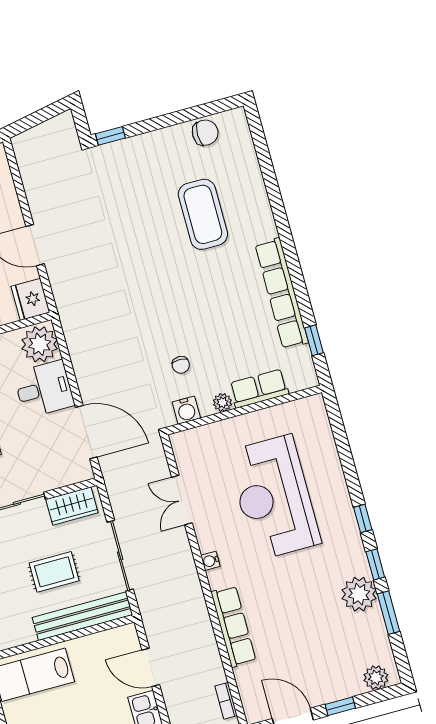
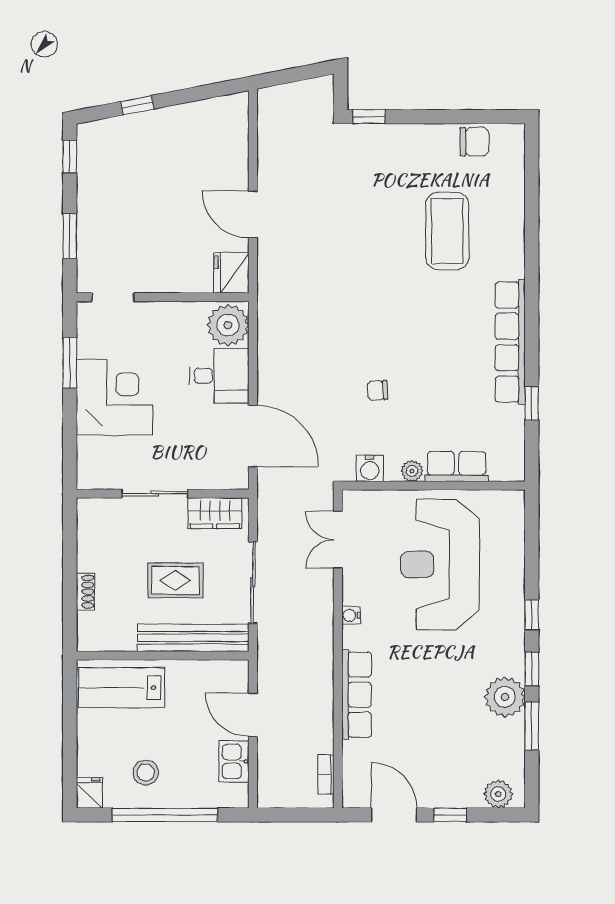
chair: (181, 365) -> (377, 390), turned 87
row of seats: (259, 389) -> (456, 467), moved
plant: (222, 402) -> (412, 471), moved
water cooler: (186, 410) -> (370, 468), moved
wall: (244, 410) -> (433, 486), moved

